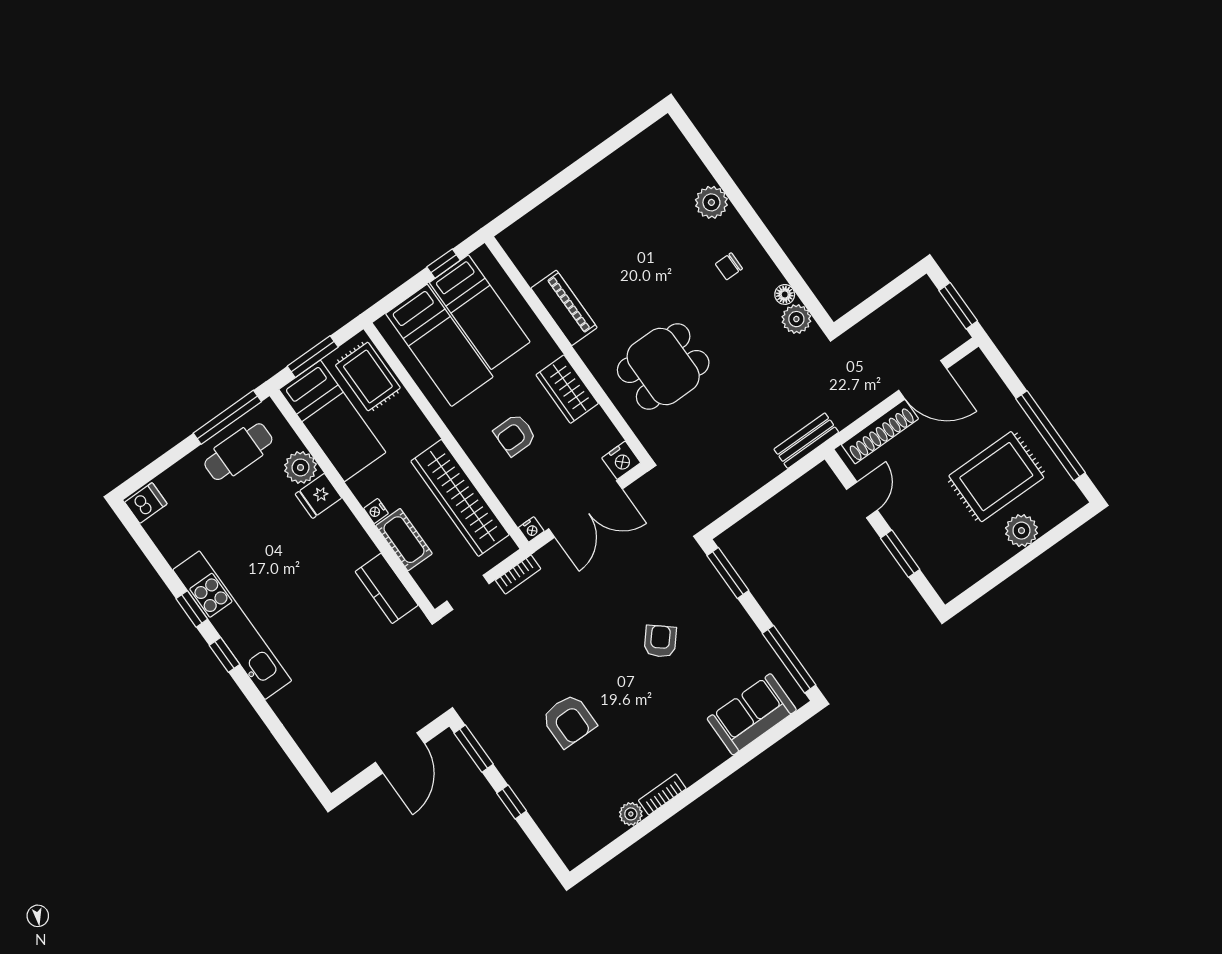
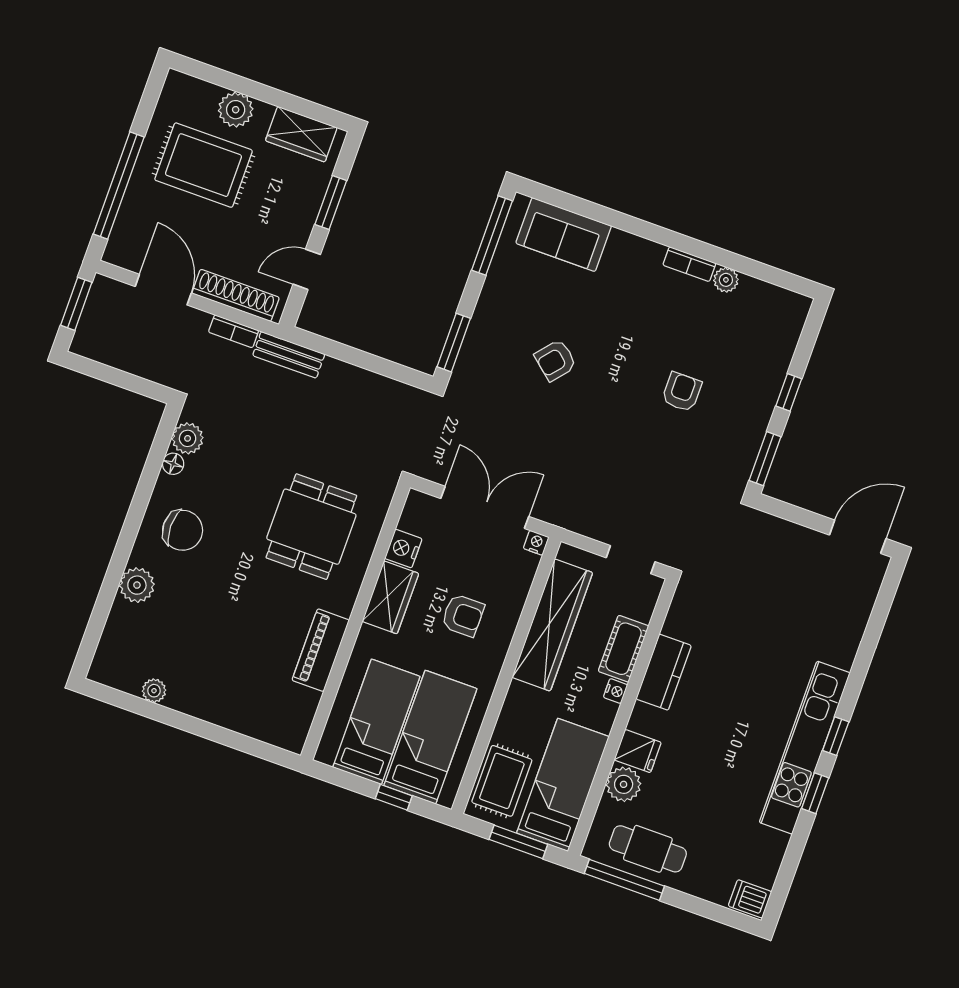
plant: (622, 159) -> (154, 691), added
window: (444, 264) -> (394, 797), moved
chair: (729, 266) -> (183, 530), width x1.87, depth x1.87
dining table: (663, 367) -> (311, 527), turned 90
window: (1050, 436) -> (119, 186), moved
nightstand: (621, 460) -> (403, 549), moved, turned -90
wardrobe: (968, 568) -> (301, 134), added
bookcase: (518, 574) -> (234, 331), moved, turned 180
kitchen counter: (387, 588) -> (664, 672), moved
armchair: (569, 721) -> (682, 392), width x0.72, depth x0.72
door: (400, 753) -> (858, 537), moved

